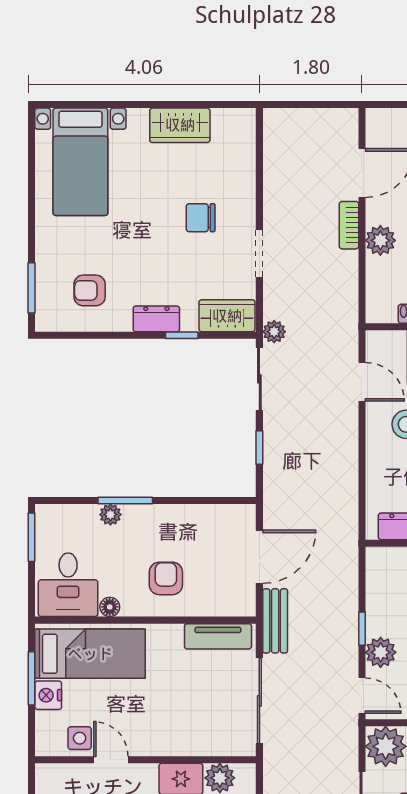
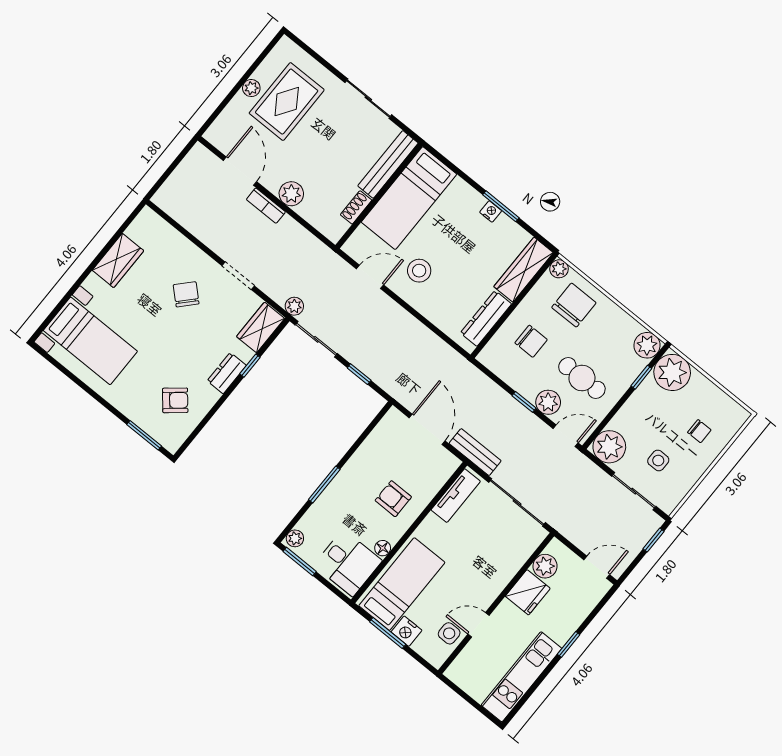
chair: (201, 218) -> (186, 294), turned 133
armchair: (90, 290) -> (175, 400), turned -130
plant: (110, 515) -> (295, 538), moved

